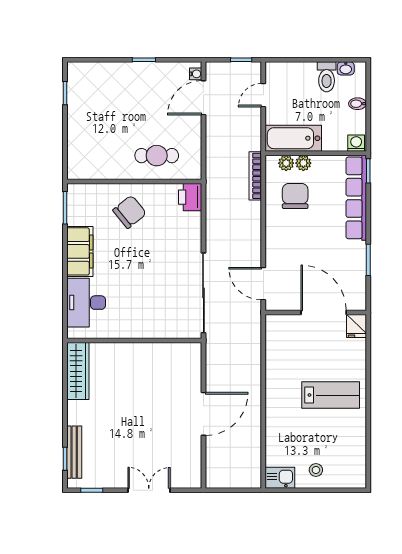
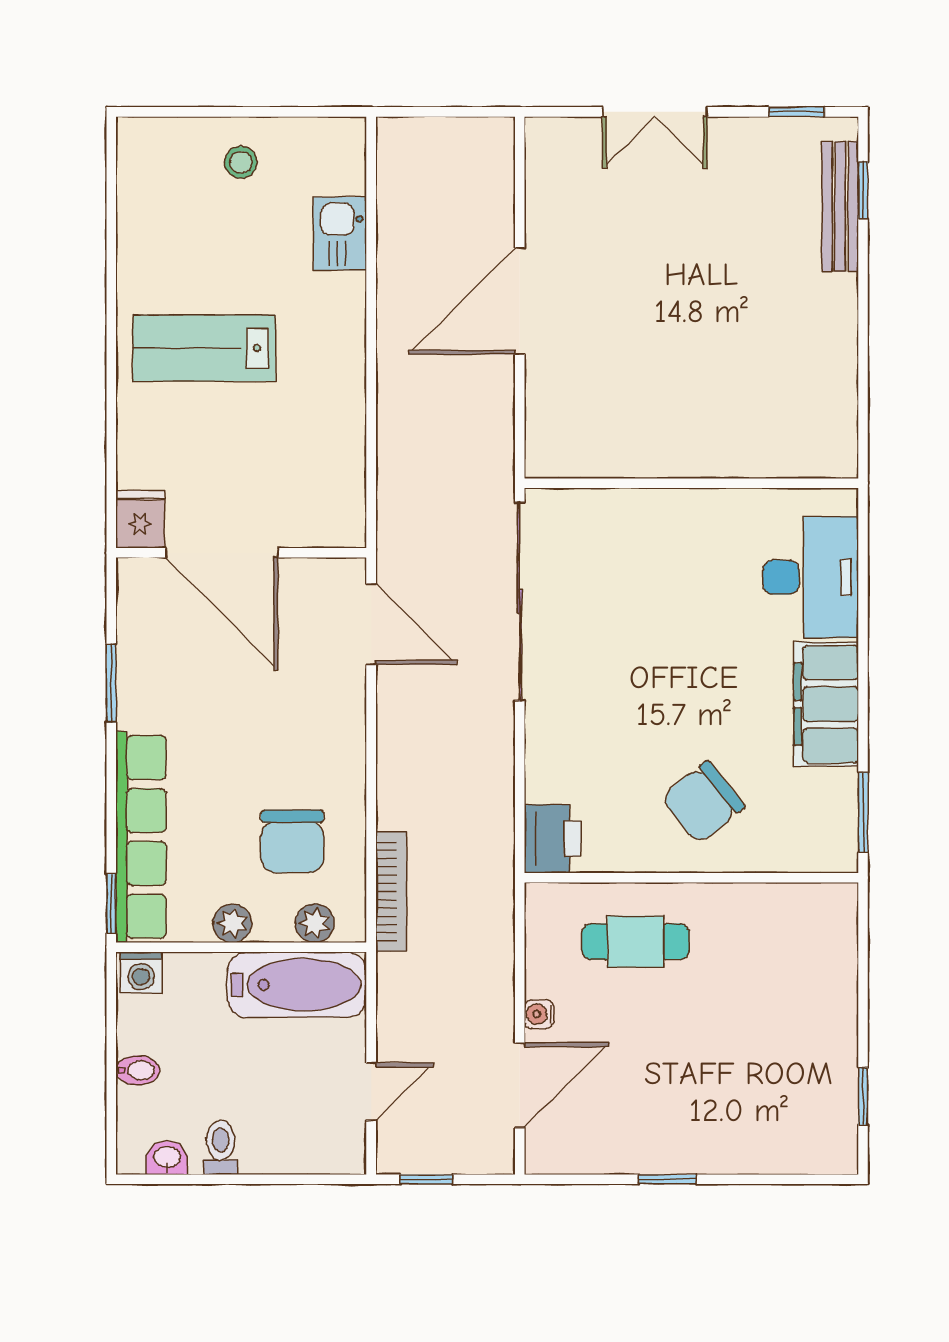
water cooler: (196, 74) -> (539, 1014), moved
toilet: (327, 77) -> (221, 1148), width x0.73, depth x0.72
plant: (303, 163) -> (232, 923), moved
wardrobe: (78, 371) -> (831, 408), removed
kitchen sink: (280, 478) -> (340, 234), moved, turned 90

